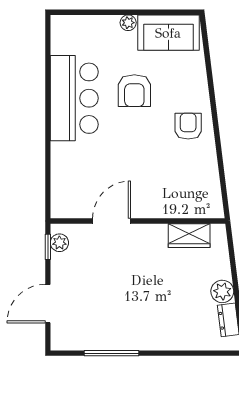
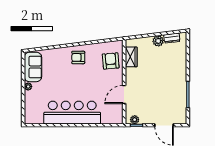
armchair: (134, 91) -> (111, 61), moved, turned -95
bar counter: (74, 98) -> (72, 113), width x1.36
door: (111, 221) -> (124, 95), hinge flipped

